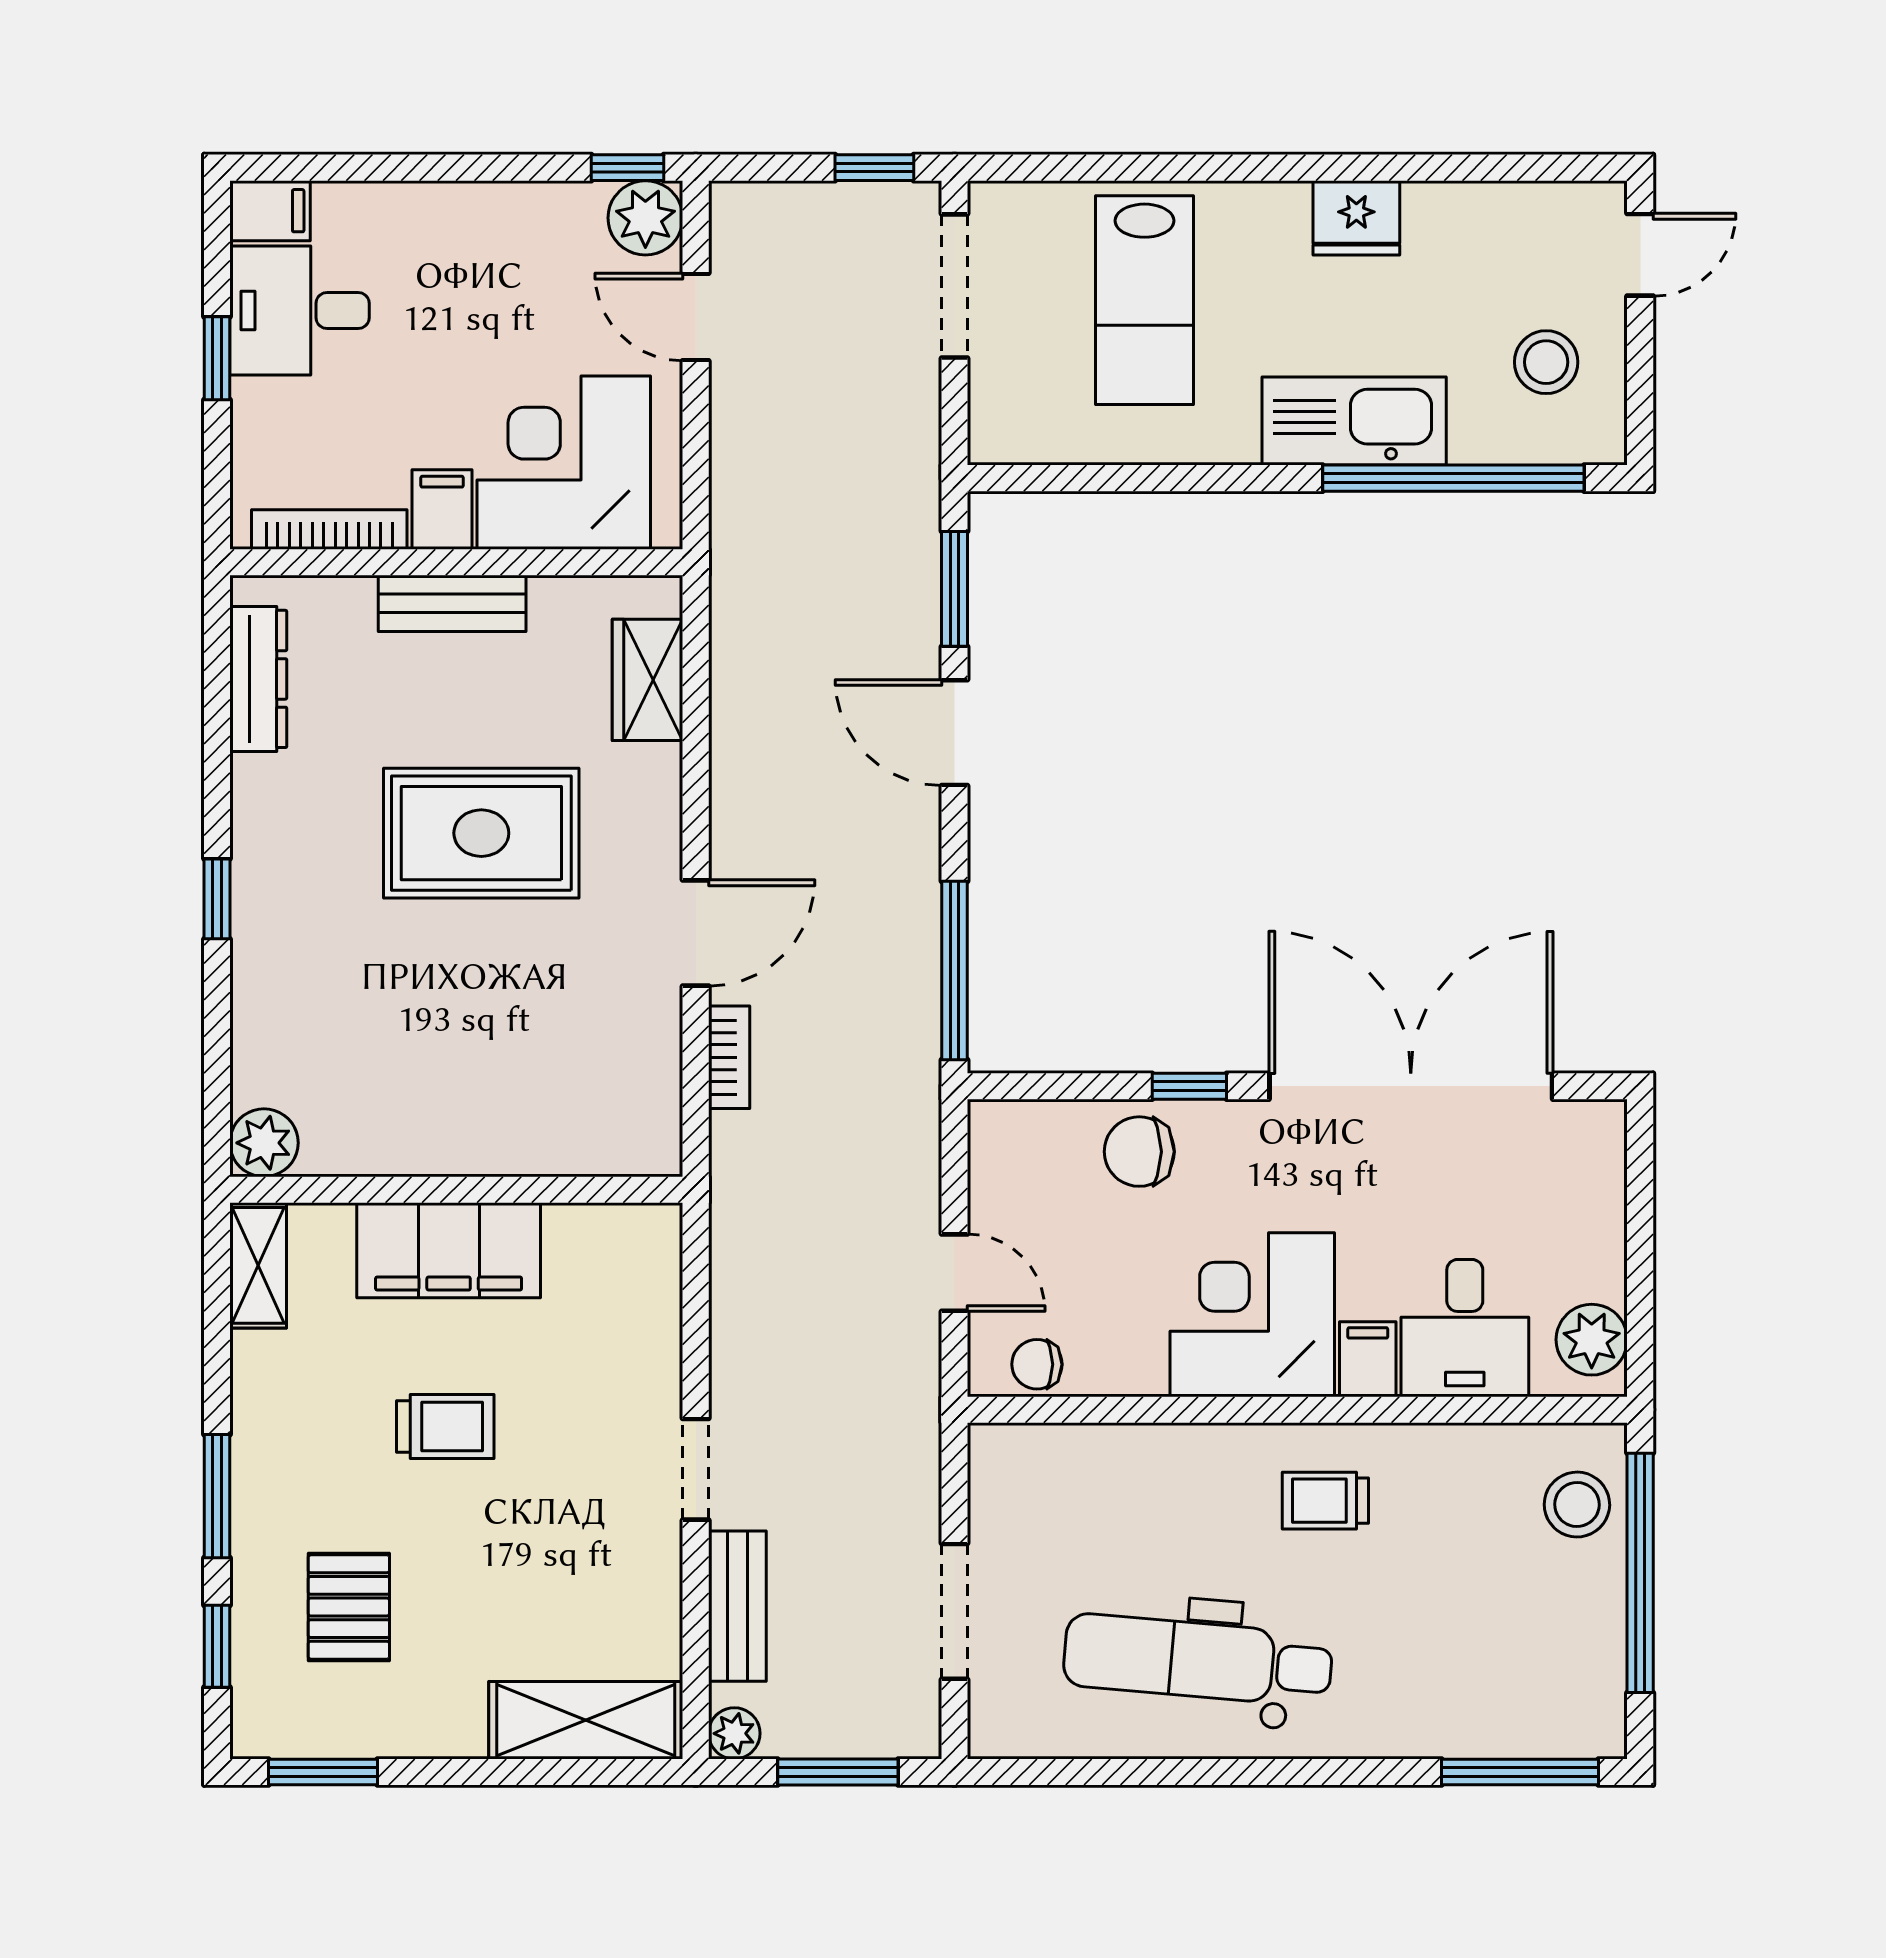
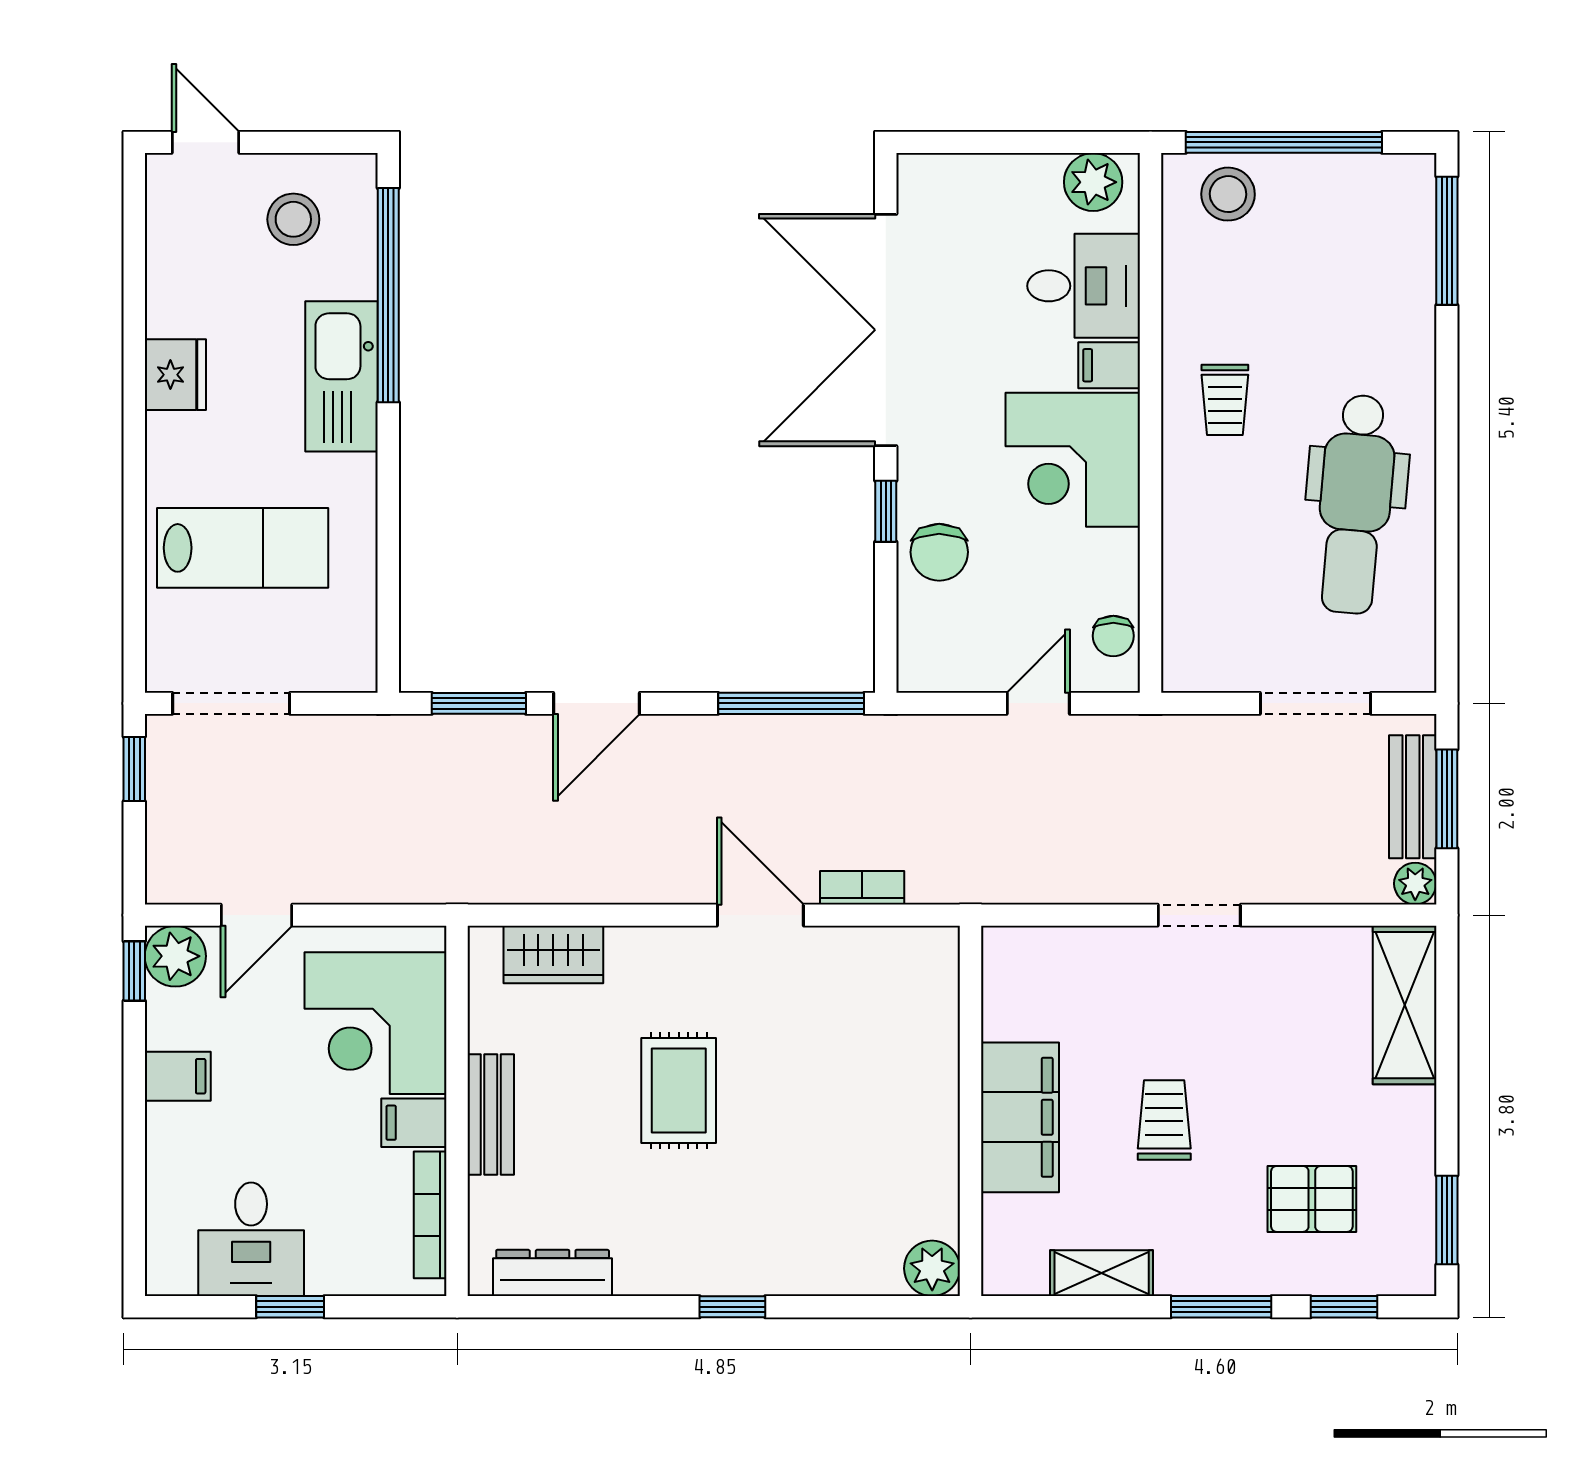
filing cabinet: (270, 211) -> (178, 1076), moved, turned 90
rug: (481, 833) -> (679, 1091), width x0.73, depth x0.70
shelving: (258, 1265) -> (1102, 1273), moved
bench: (737, 1606) -> (1413, 797), moved, turned 90

